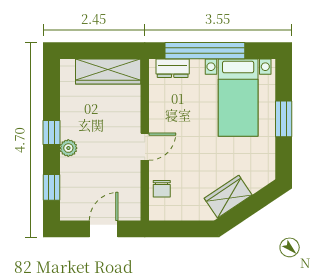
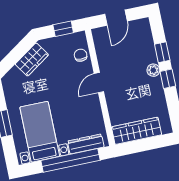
dresser: (173, 68) -> (86, 144), width x1.44
window: (52, 187) -> (162, 52), moved
window: (177, 229) -> (63, 29), added

